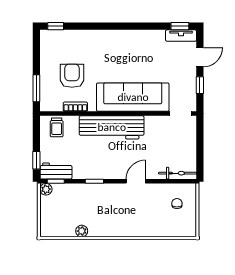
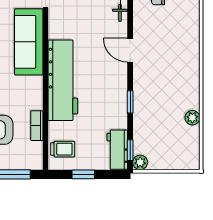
sofa: (133, 97) -> (29, 42), width x0.74, depth x0.79
window: (36, 160) -> (83, 174), moved

